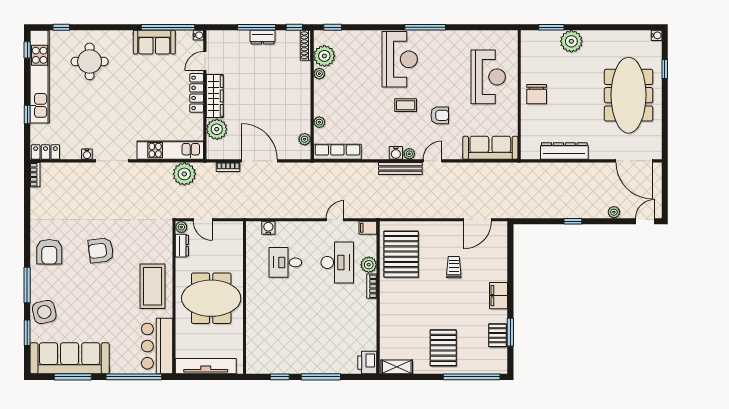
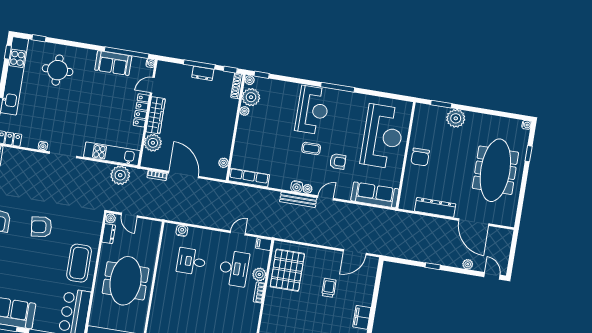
reception desk: (488, 77) -> (383, 136), width x1.36, depth x1.30
plant: (319, 122) -> (250, 80), moved
door: (634, 161) -> (474, 222), moved
door: (645, 221) -> (492, 276), hinge flipped
meeting table: (211, 298) -> (126, 281), turned 90

